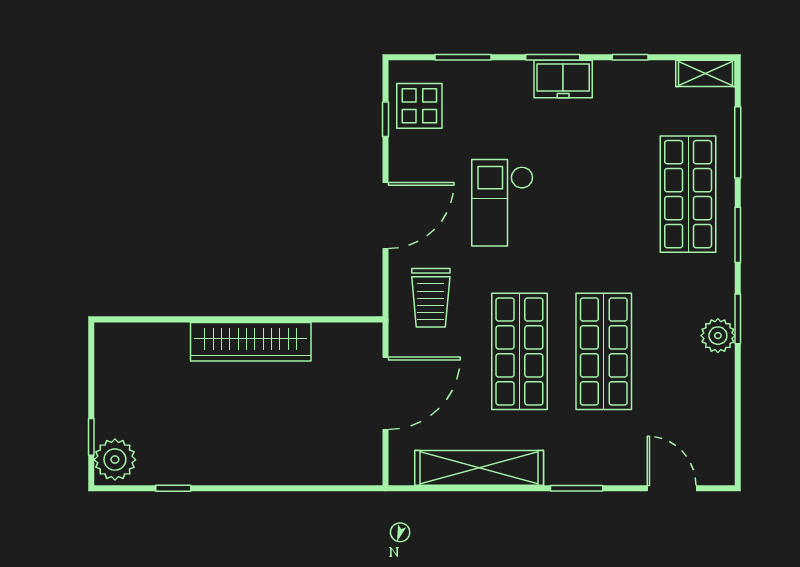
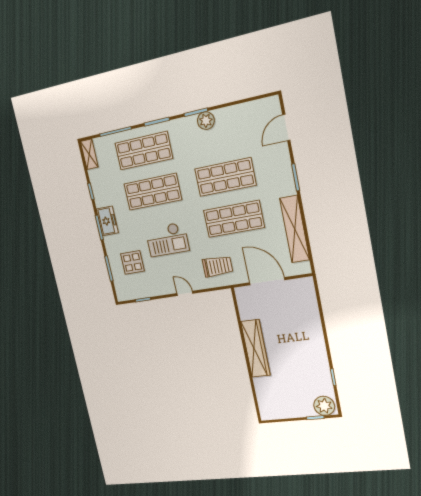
display table: (419, 106) -> (132, 262), moved
shop shelf: (604, 194) -> (153, 192), added
door: (385, 215) -> (185, 293), width x0.53

